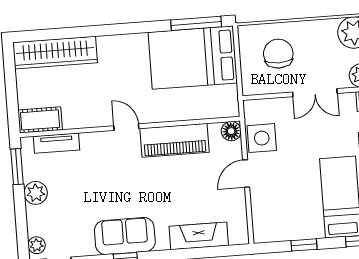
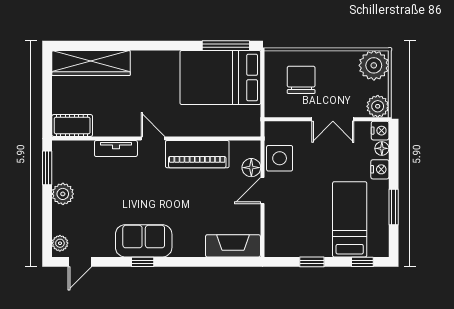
floor lamp: (231, 131) -> (251, 168), moved
tv unit: (57, 143) -> (116, 148), moved
fireplace: (199, 236) -> (233, 246), moved

